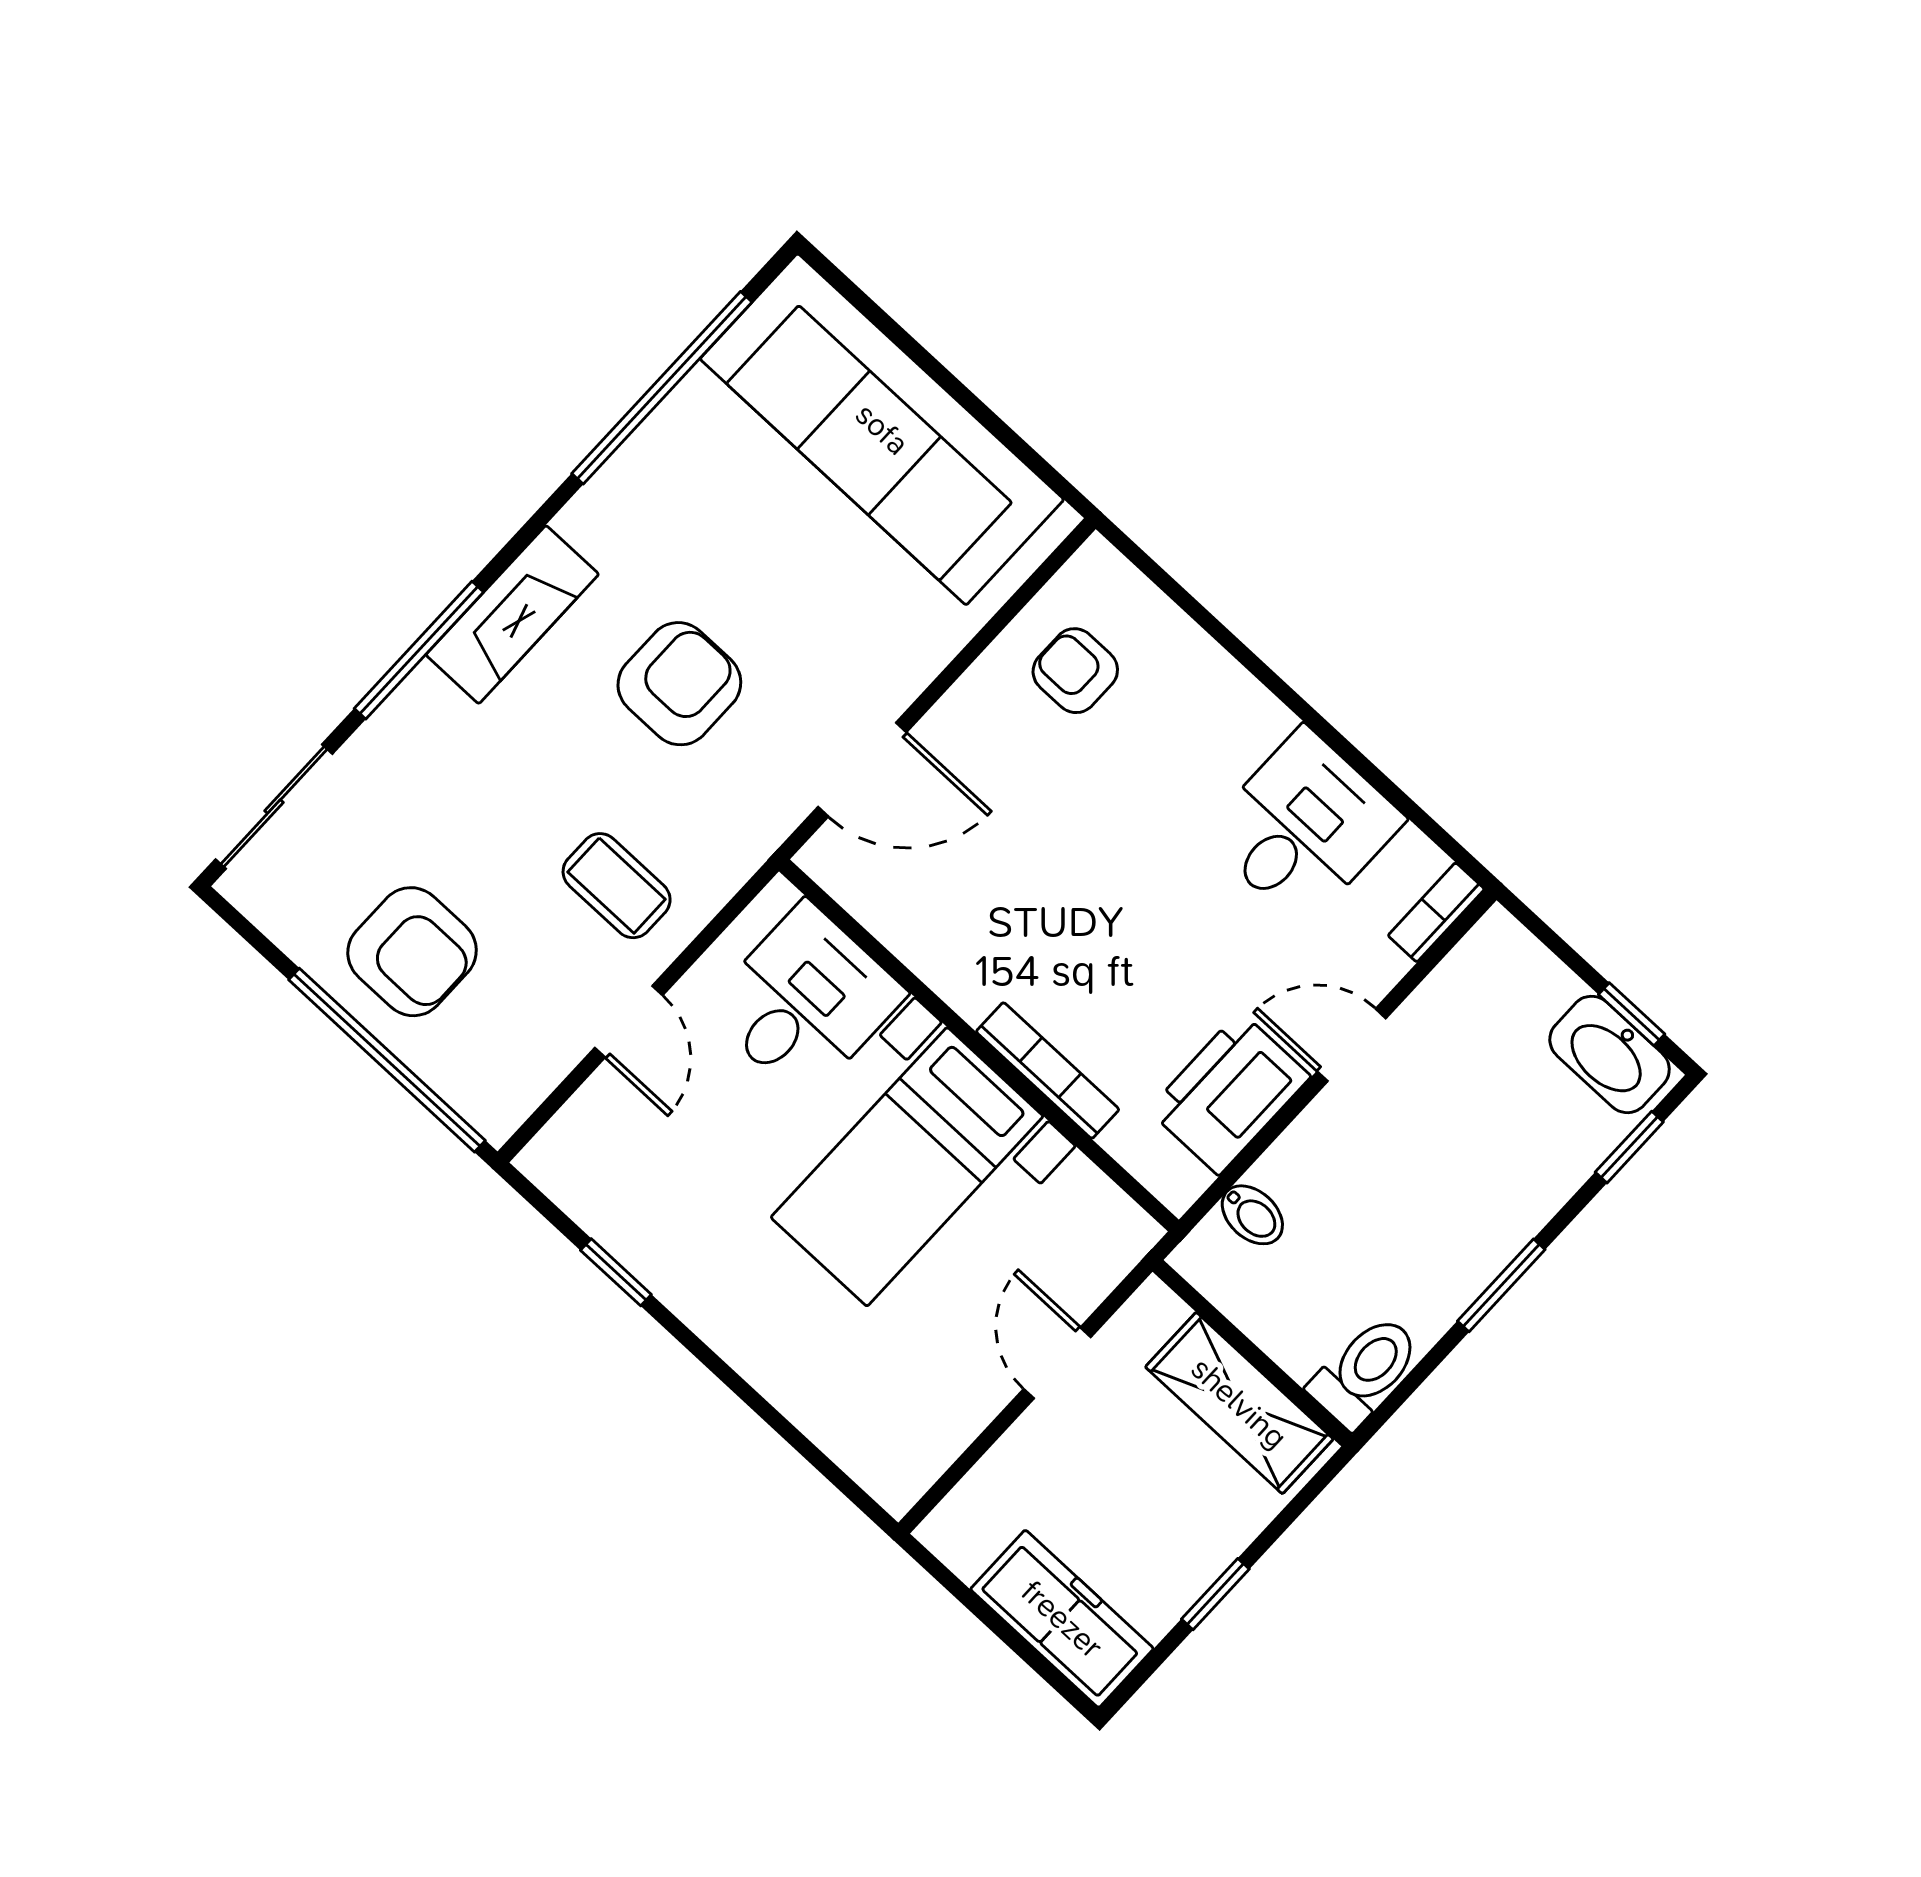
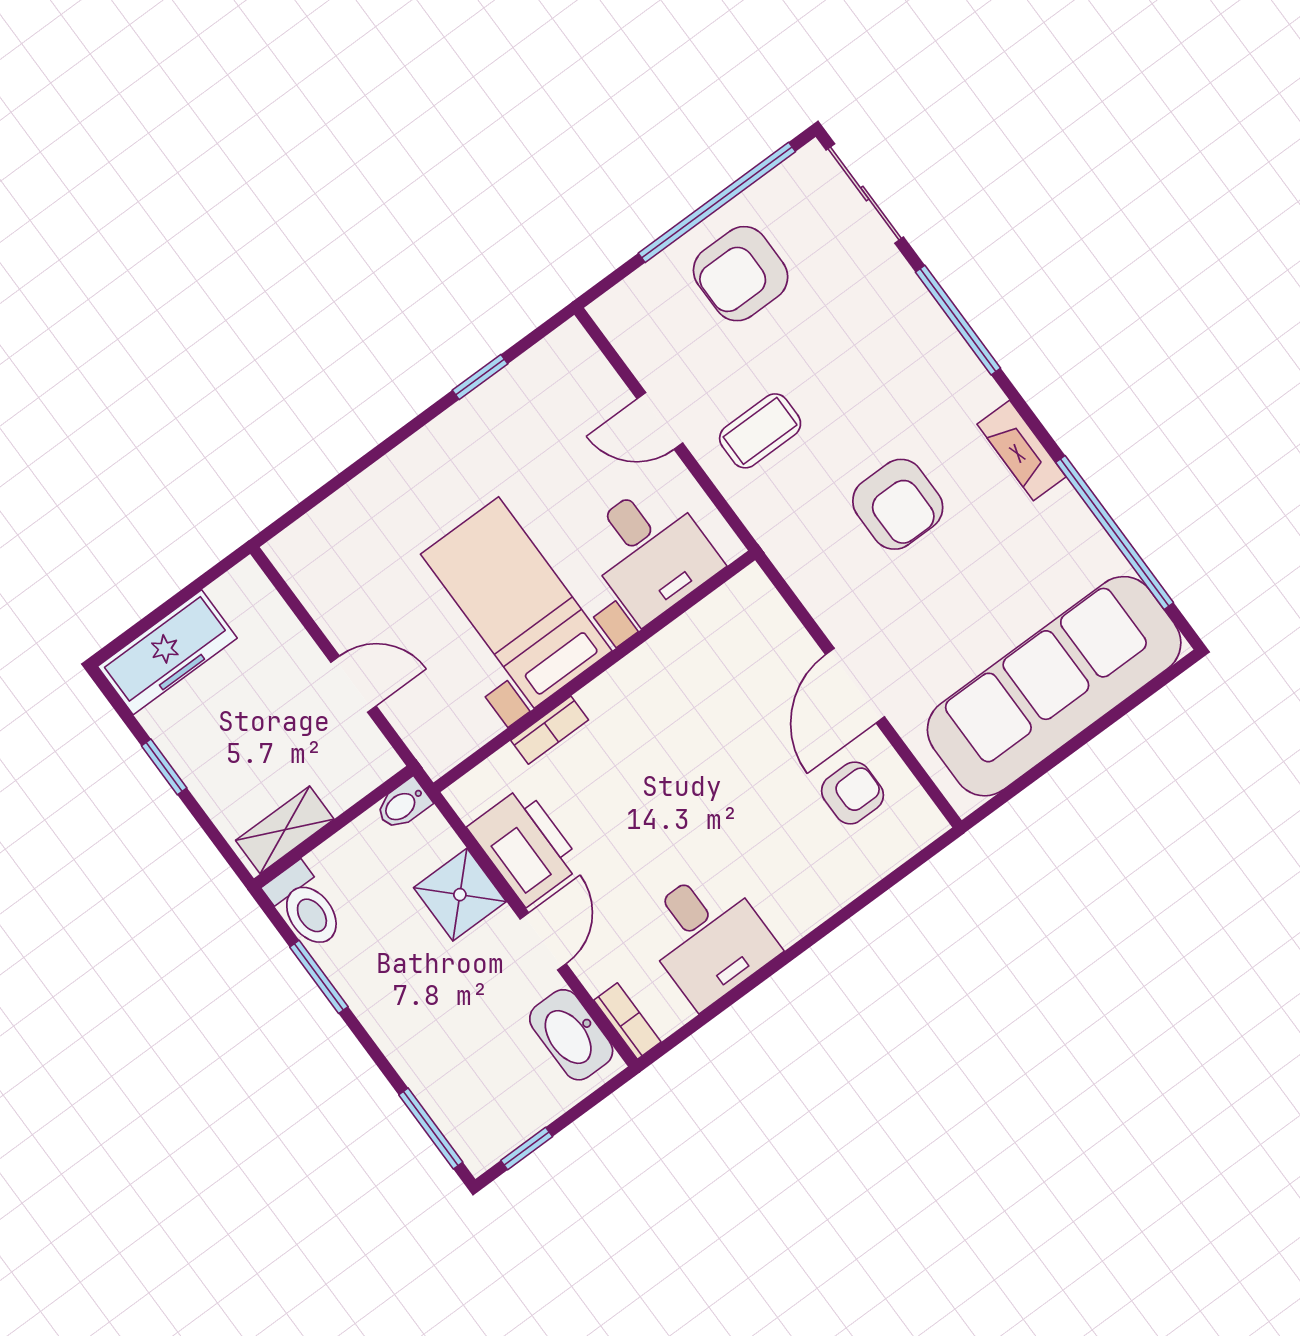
fireplace: (512, 615) -> (1021, 450), moved, width x0.73, depth x0.76
door: (862, 770) -> (855, 686), moved
washbasin: (1610, 1054) -> (571, 1035), moved, turned -90
window: (387, 1060) -> (717, 202), moved
bookcase: (1048, 1070) -> (550, 730), width x0.64
window: (1629, 1147) -> (431, 1128), width x1.50
shower: (1310, 1168) -> (460, 895), added
bidet: (1252, 1215) -> (403, 804), moved
window: (1501, 1285) -> (319, 977), moved
shelving: (1239, 1403) -> (285, 830), width x0.67, depth x0.75

